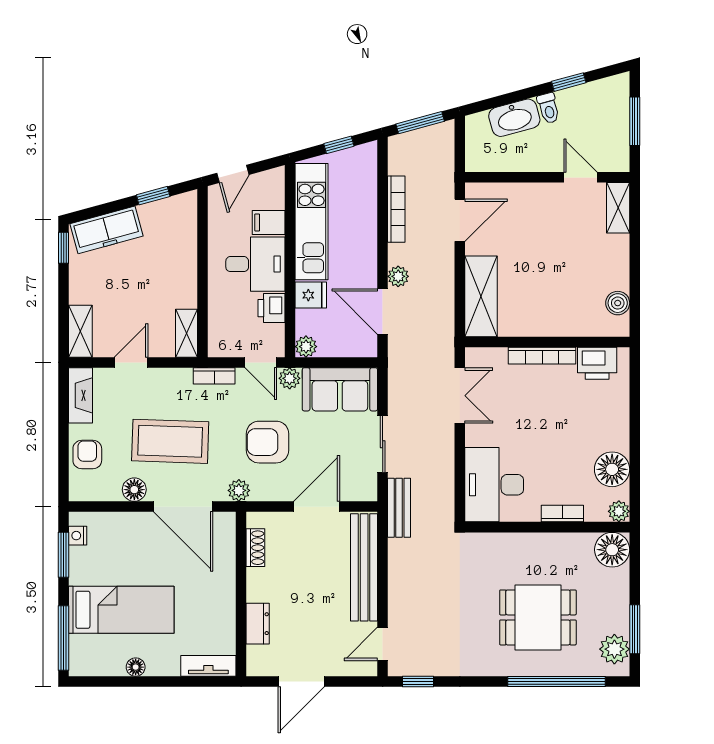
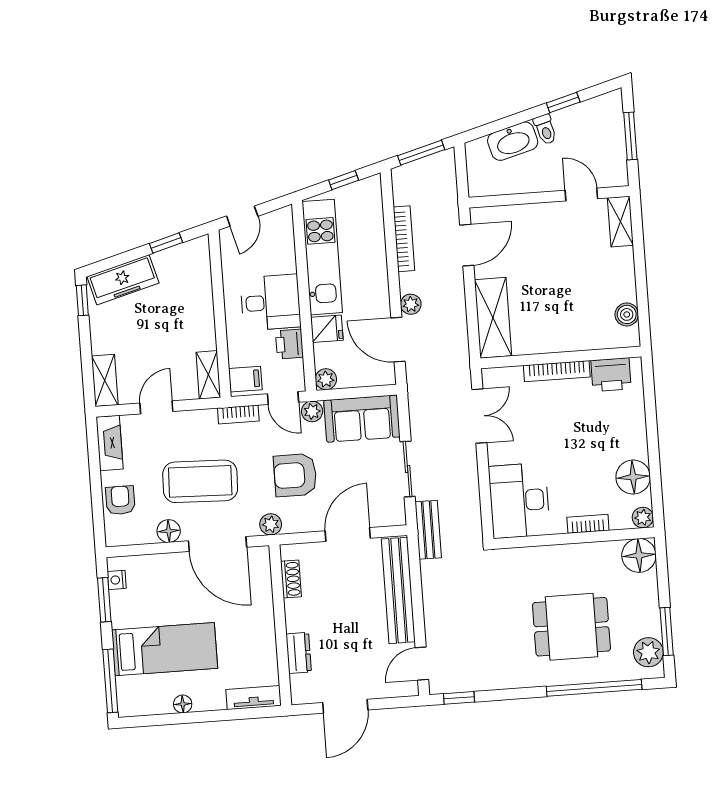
filing cabinet: (269, 222) -> (245, 379), moved, turned 180

